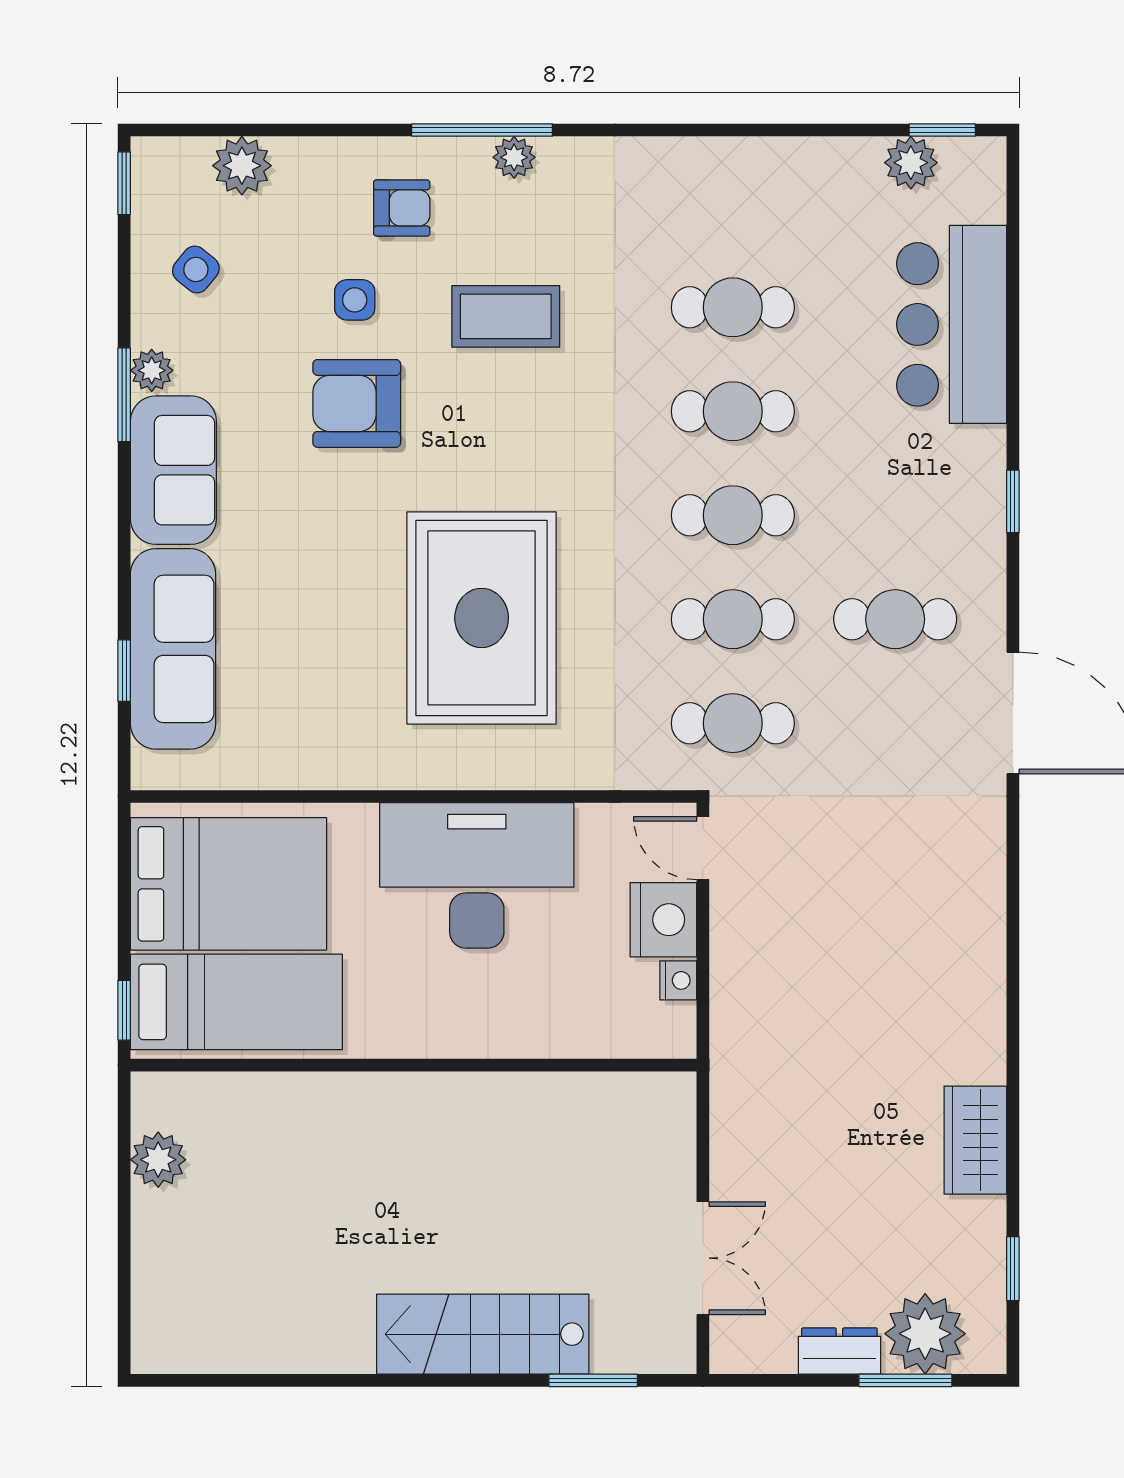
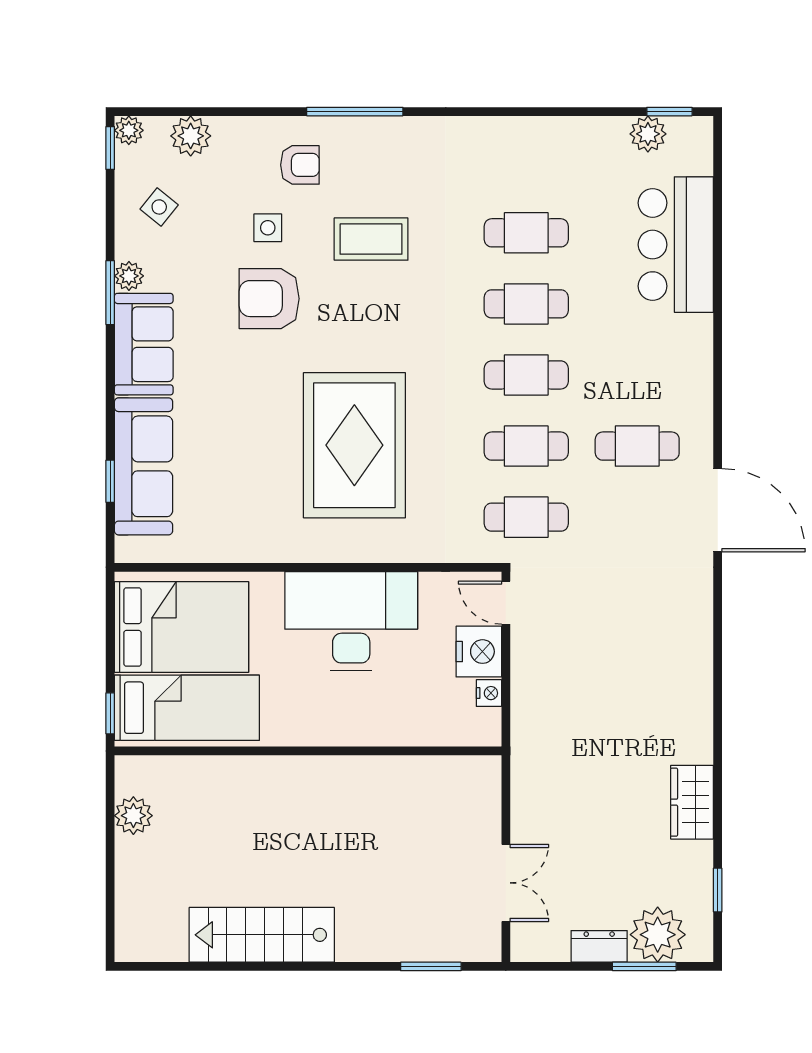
plant: (514, 157) -> (129, 130), moved
window: (1013, 501) -> (718, 366), removed
stairs: (483, 1334) -> (262, 935), moved

